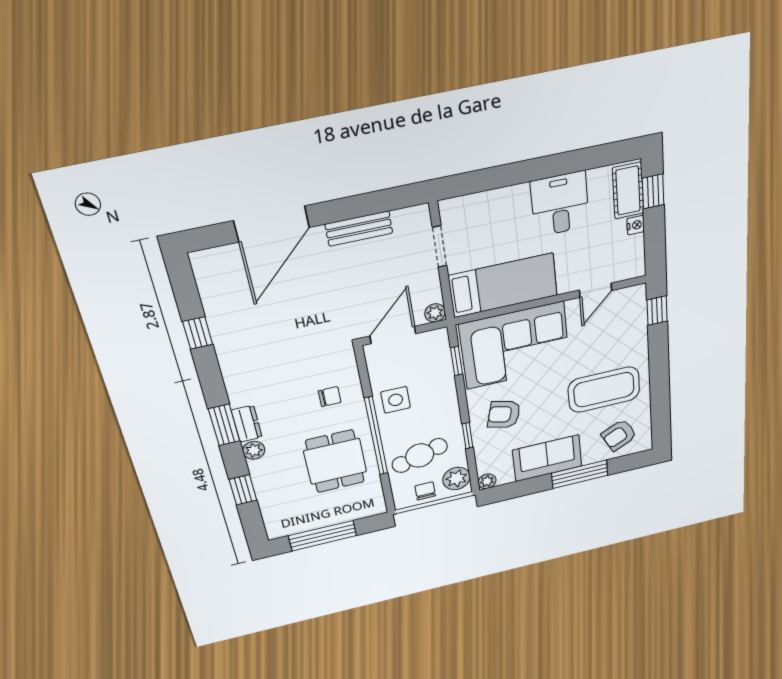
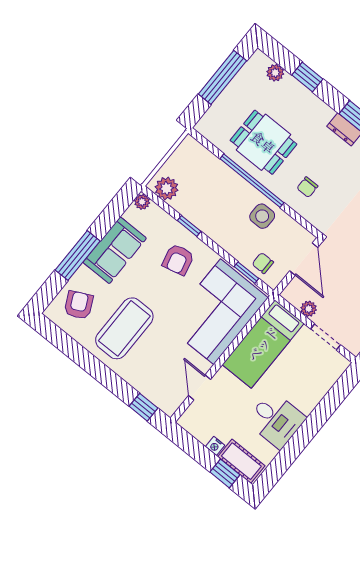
plant: (435, 313) -> (309, 309), moved
armchair: (504, 414) -> (178, 260), turned 151
plant: (254, 450) -> (275, 73), moved
cafe table: (420, 456) -> (209, 187), removed
chair: (425, 491) -> (263, 263), moved, turned 180

